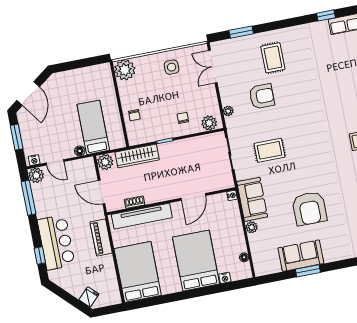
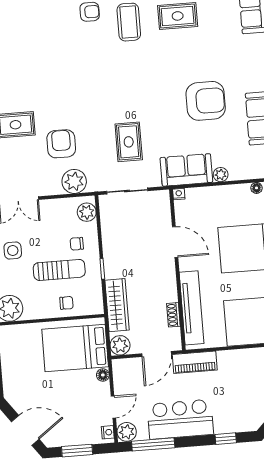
sun lounger: (160, 106) -> (59, 270), added
plant: (228, 111) -> (74, 181), width x1.88, depth x1.88
bed: (93, 127) -> (75, 348), width x1.50
piano: (101, 237) -> (195, 362), moved
bar counter: (56, 242) -> (180, 419), moved

